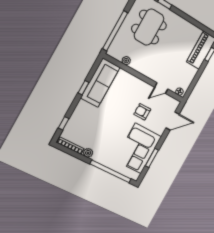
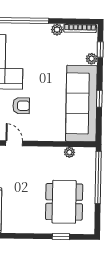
sofa: (100, 83) -> (81, 103), width x1.36, depth x1.27
door: (161, 88) -> (14, 143), hinge flipped
plant: (74, 120) -> (92, 59), added

